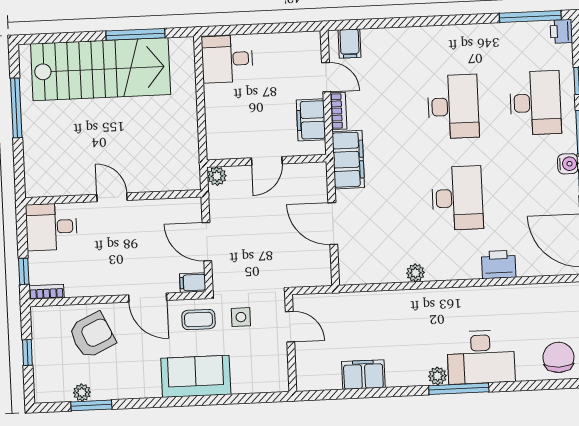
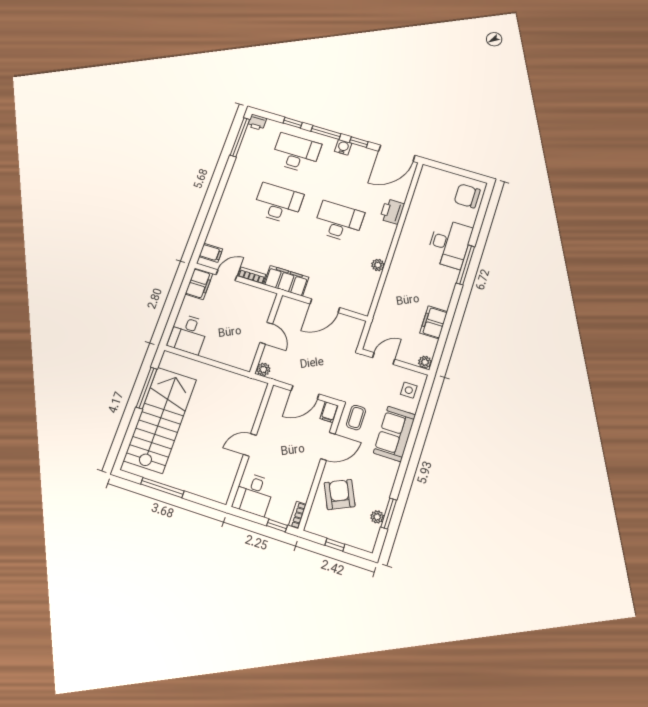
filing cabinet: (311, 120) -> (199, 284), moved, turned -90
side table: (241, 317) -> (409, 390), moved
plant: (437, 376) -> (425, 362), moved

